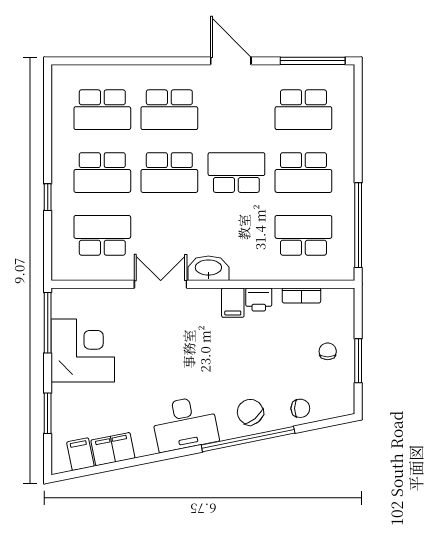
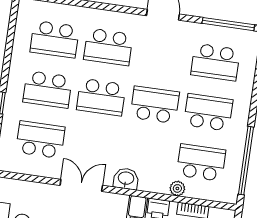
school desk: (303, 173) -> (208, 112), turned 180
washbasin: (208, 268) -> (126, 179), width x0.72
plant: (279, 271) -> (177, 188), added

